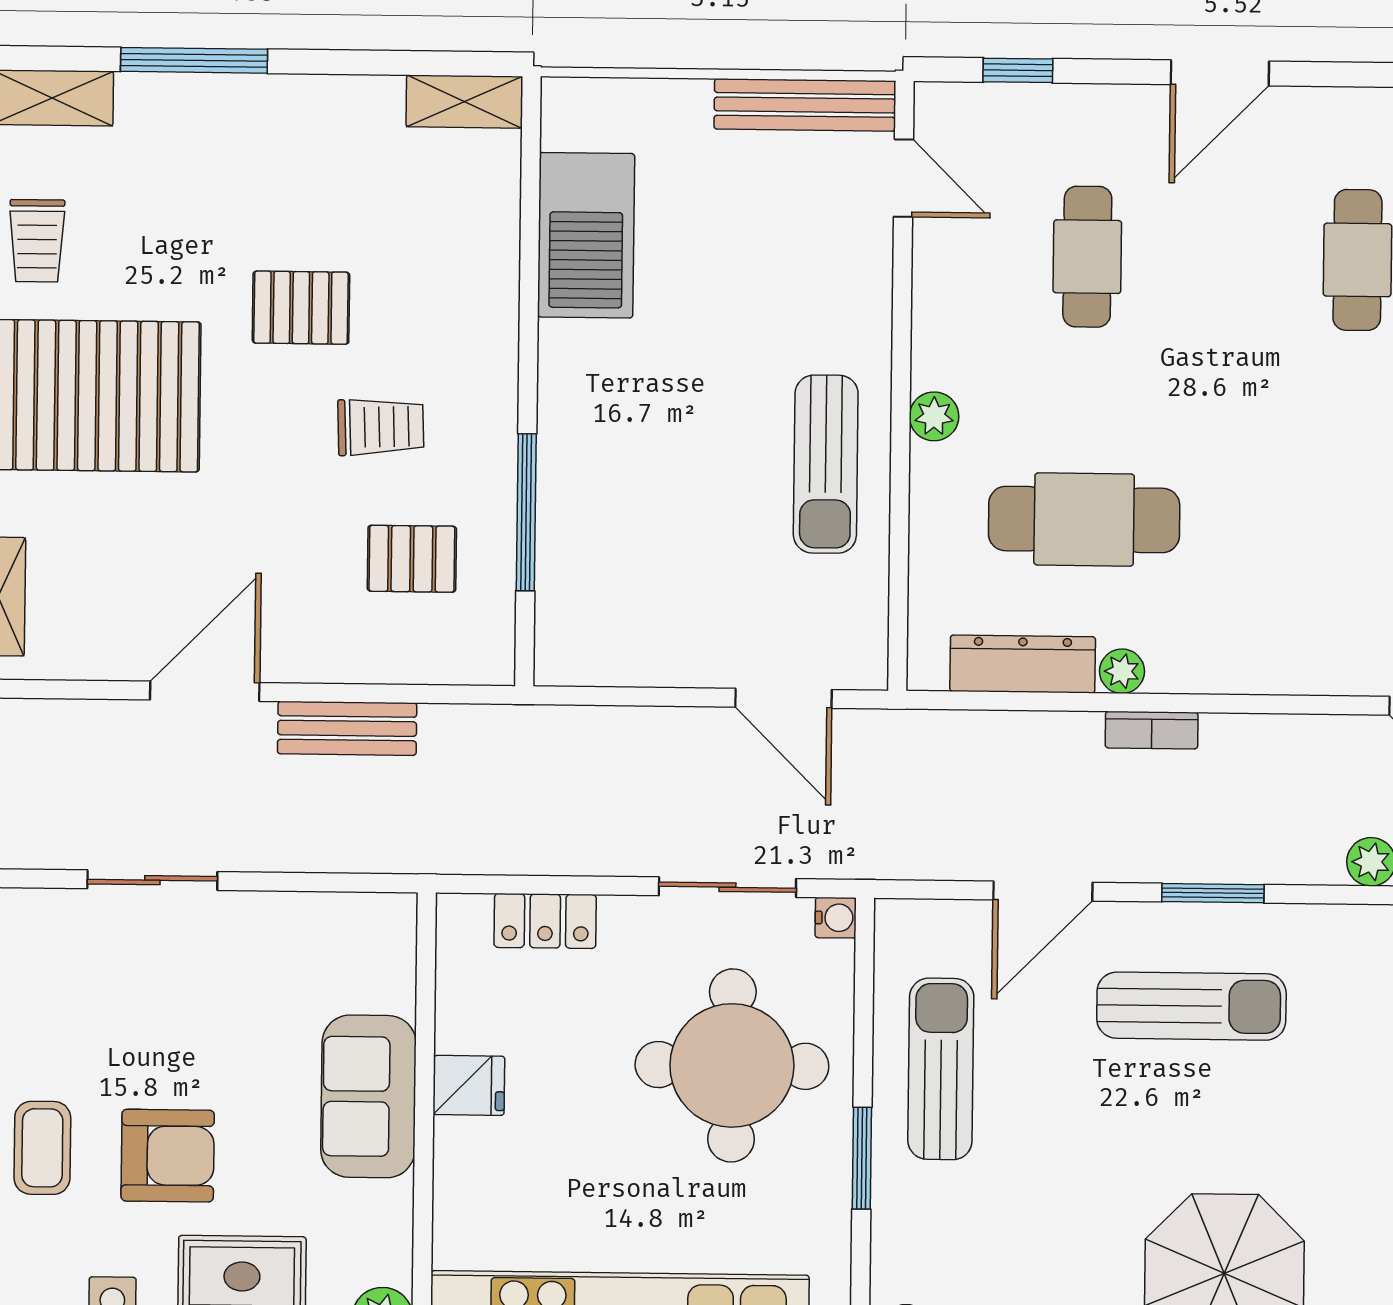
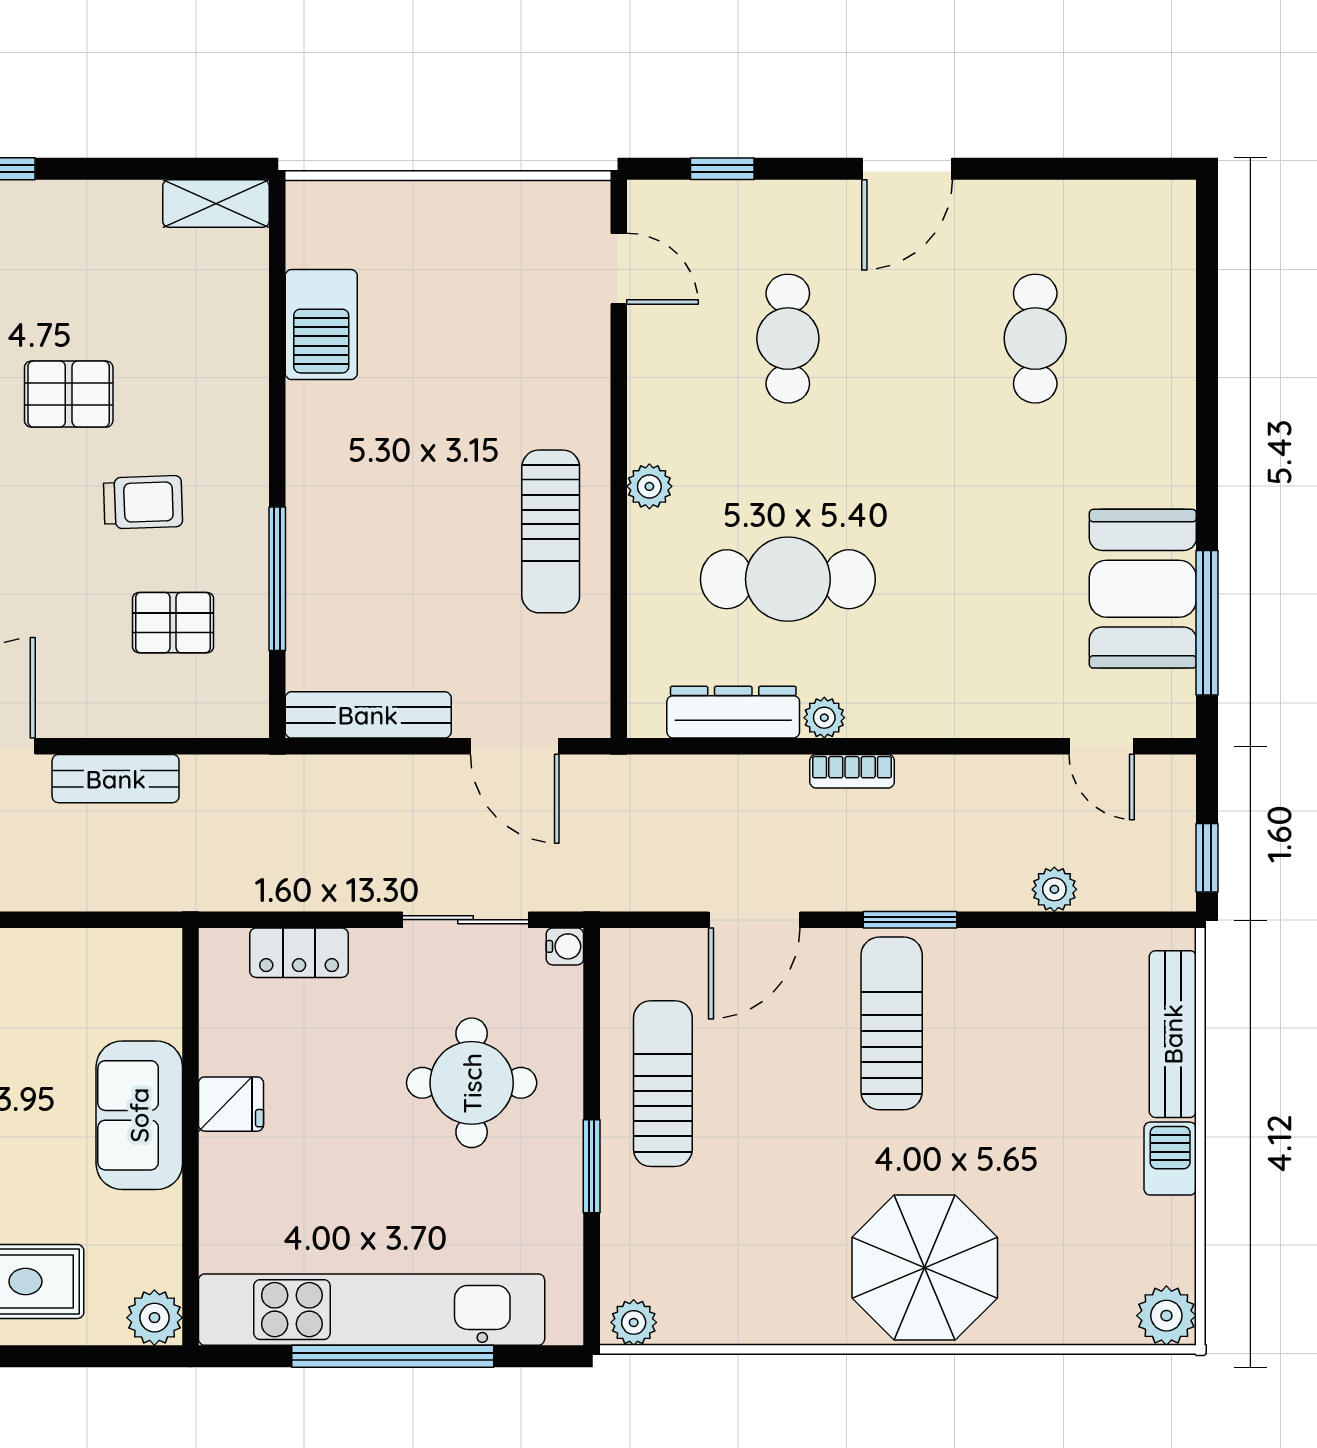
bench: (805, 105) -> (368, 715), moved
barbecue: (586, 235) -> (321, 325), width x0.73, depth x0.83
sun lounger: (1191, 1006) -> (892, 1023), turned -90
round table: (732, 1065) -> (472, 1083), width x0.73, depth x0.73

